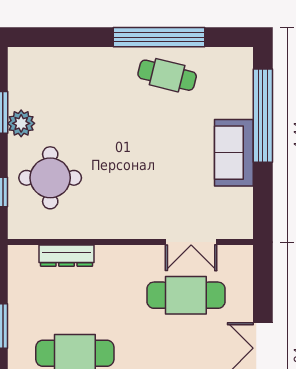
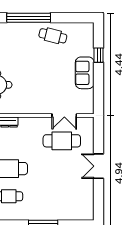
window: (159, 37) -> (29, 18), moved
window: (263, 116) -> (99, 55), width x0.32

